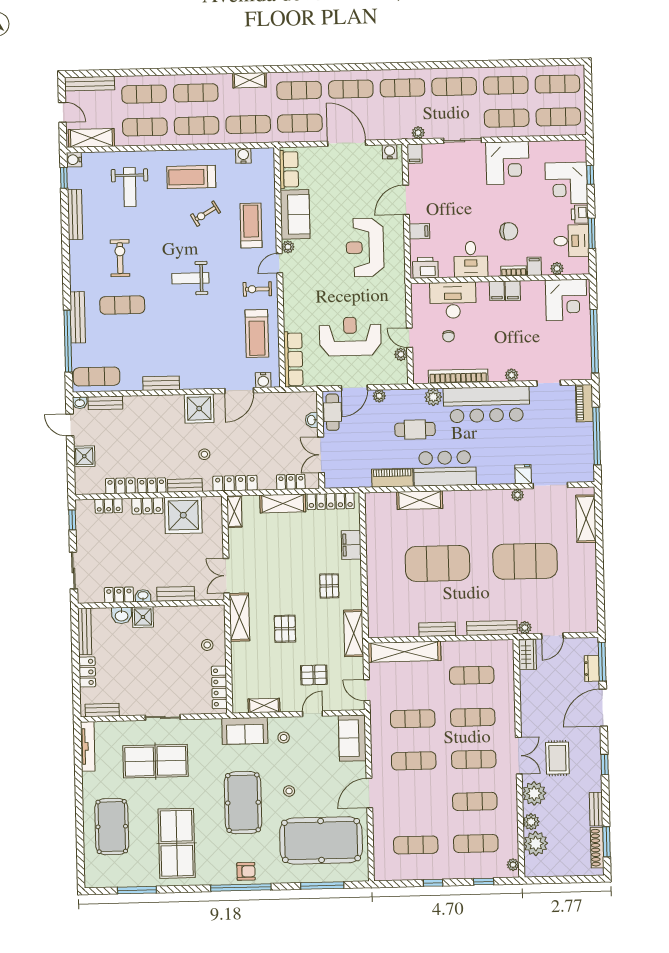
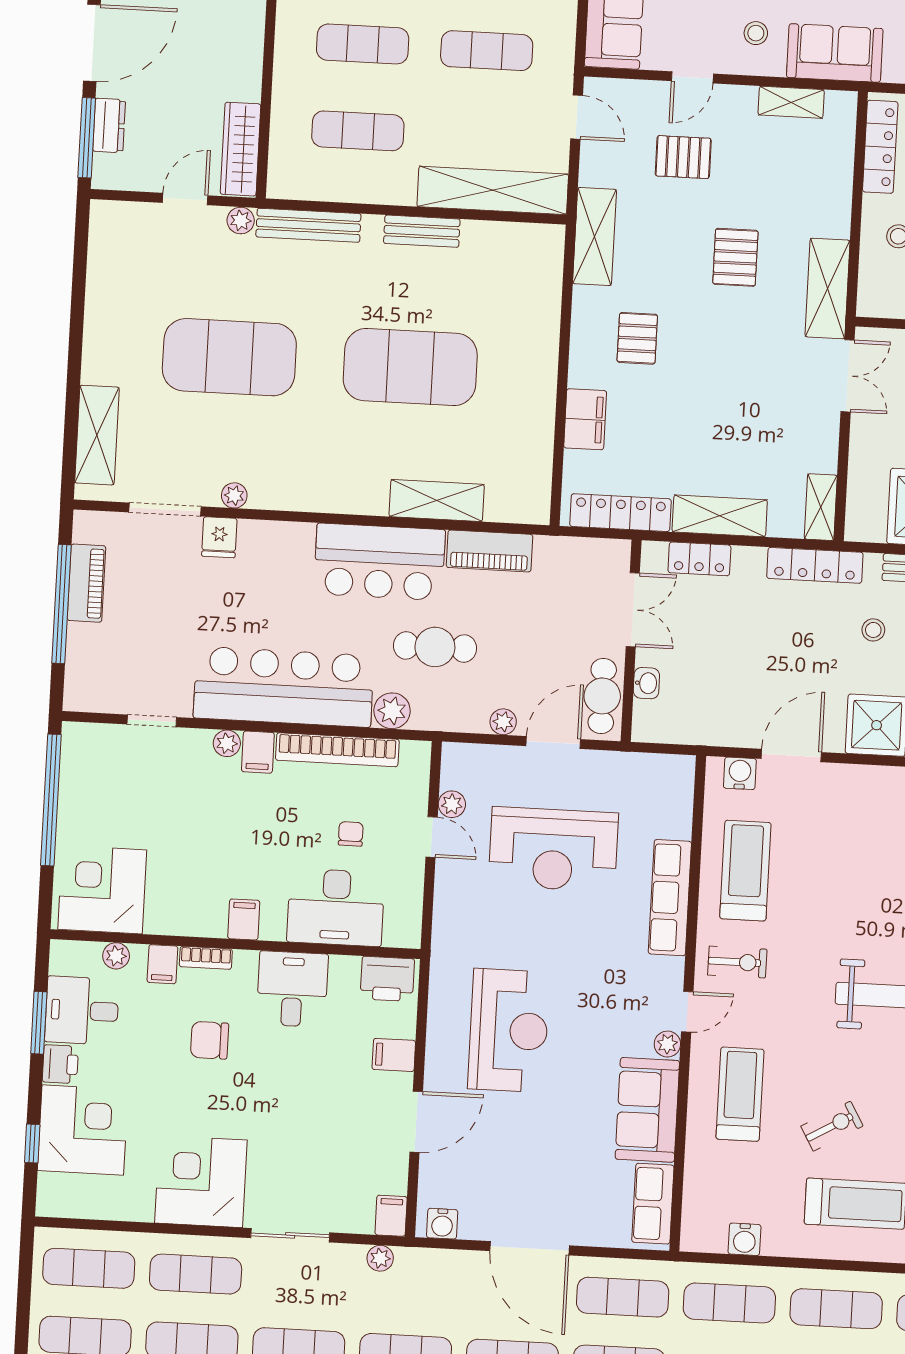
treadmill: (251, 225) -> (740, 1094), turned 180
filing cabinet: (513, 291) -> (258, 752), moved, turned 180
row of seats: (293, 359) -> (670, 898), moved
piano: (584, 403) -> (86, 583), moved
wardrobe: (527, 655) -> (241, 149), width x1.50

